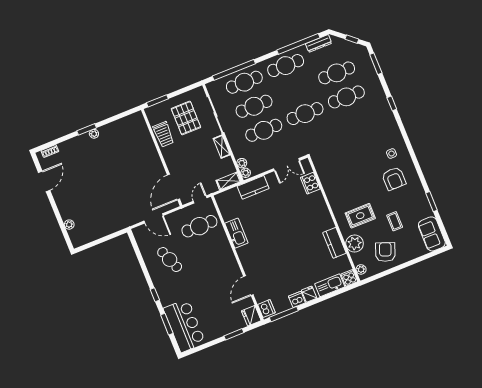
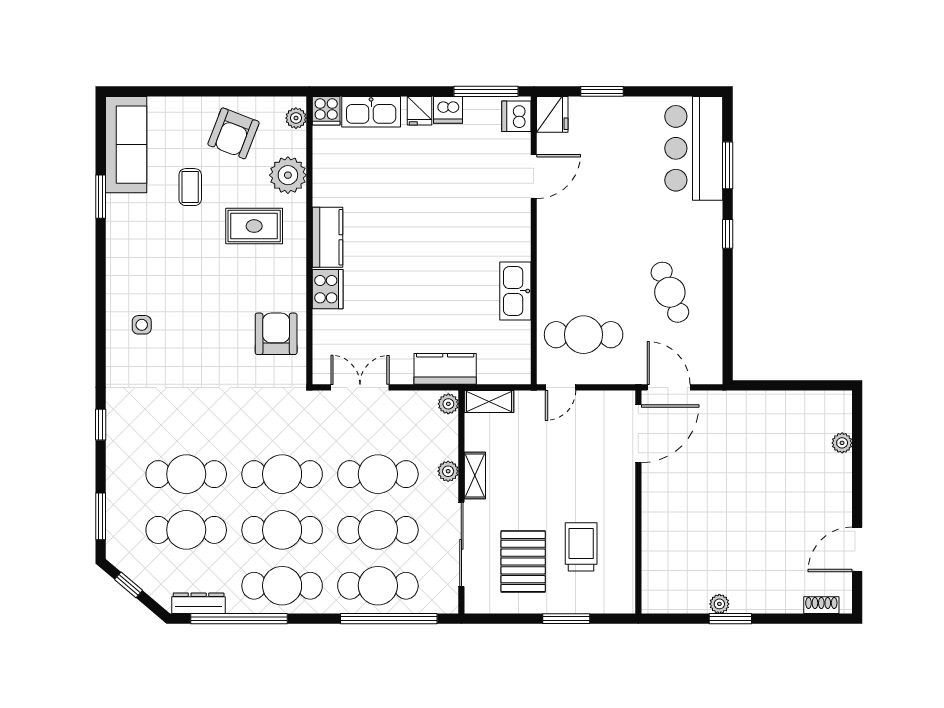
cafe table: (295, 90) -> (282, 530), added
wall: (162, 158) -> (638, 502), moved
plant: (242, 163) -> (448, 471), moved
armchair: (394, 179) -> (276, 334), moved
cooker: (310, 183) -> (328, 289), moved
door: (174, 187) -> (638, 434), moved
sofa: (432, 234) -> (126, 145), width x1.36
kitchen counter: (334, 243) -> (328, 237), moved

